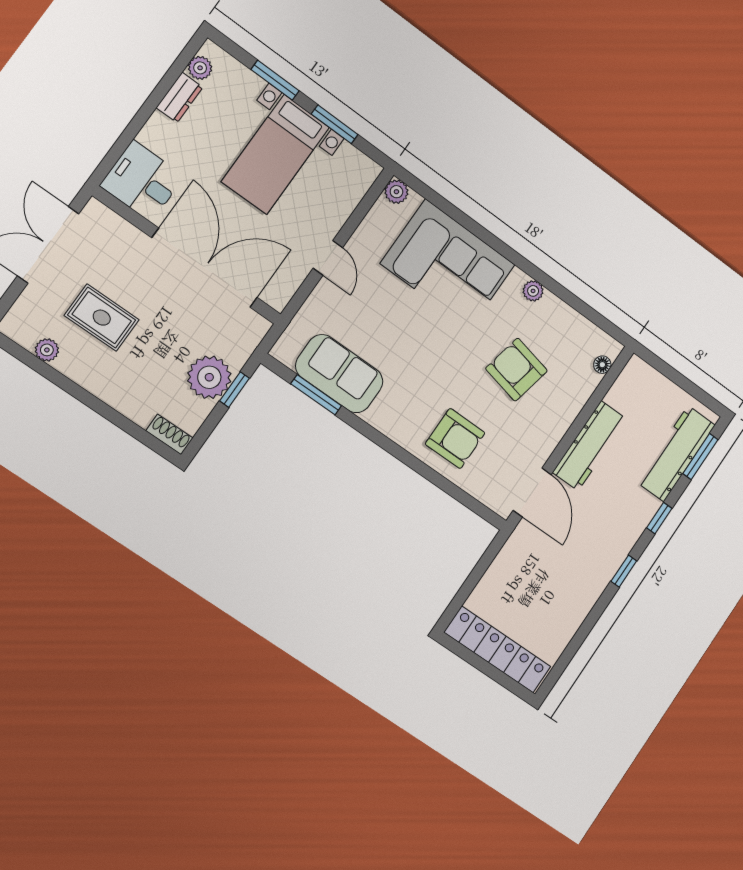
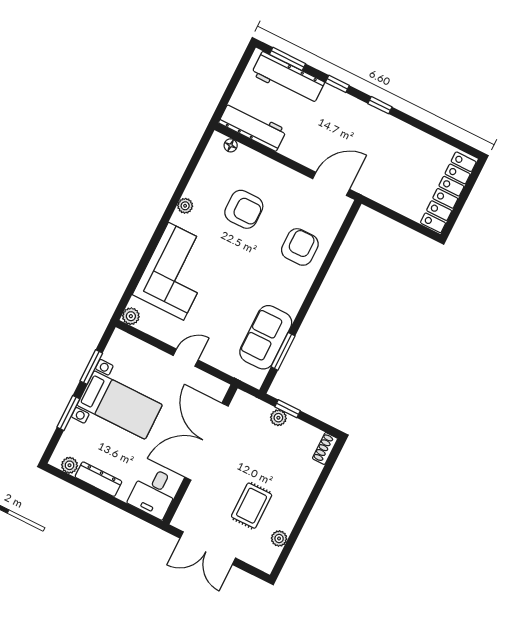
dresser: (179, 97) -> (98, 479), width x1.44
armchair: (517, 370) -> (244, 209), turned -102
plant: (209, 377) -> (278, 418), width x0.53, depth x0.53
workbench: (590, 446) -> (253, 126), moved

